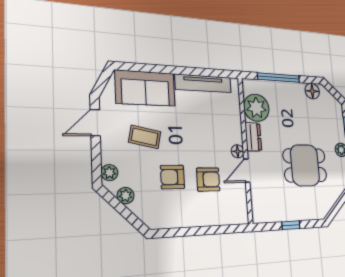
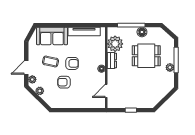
floor lamp: (312, 91) -> (142, 32), moved
door: (95, 123) -> (26, 67), moved
dining table: (305, 165) -> (146, 56), moved
door: (247, 171) -> (106, 91), moved
armchair: (208, 179) -> (72, 63), moved

